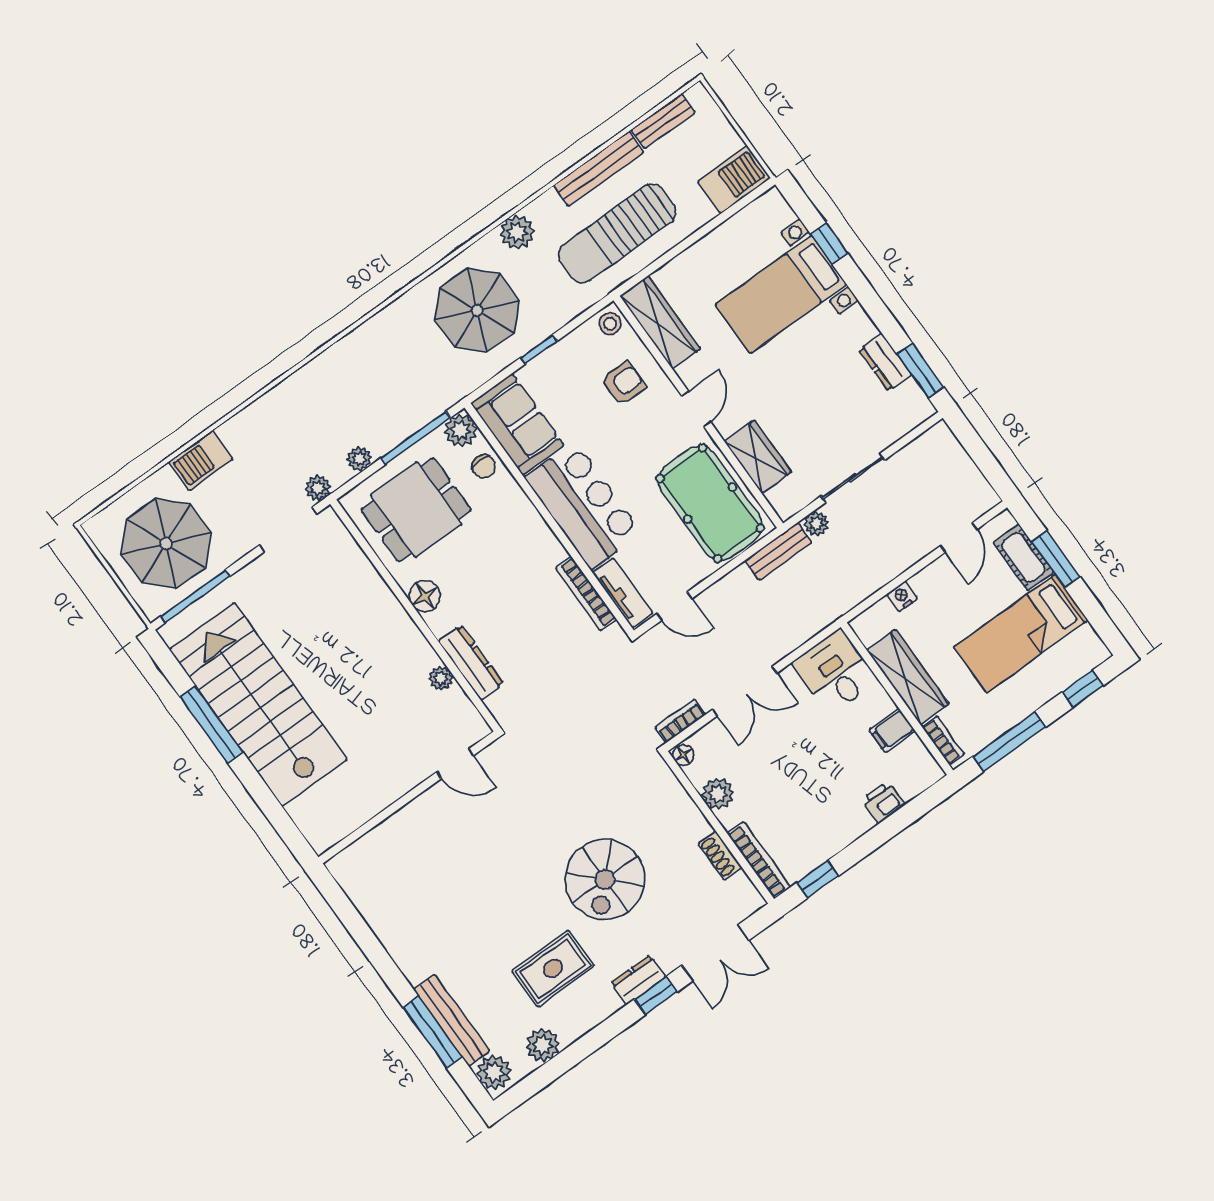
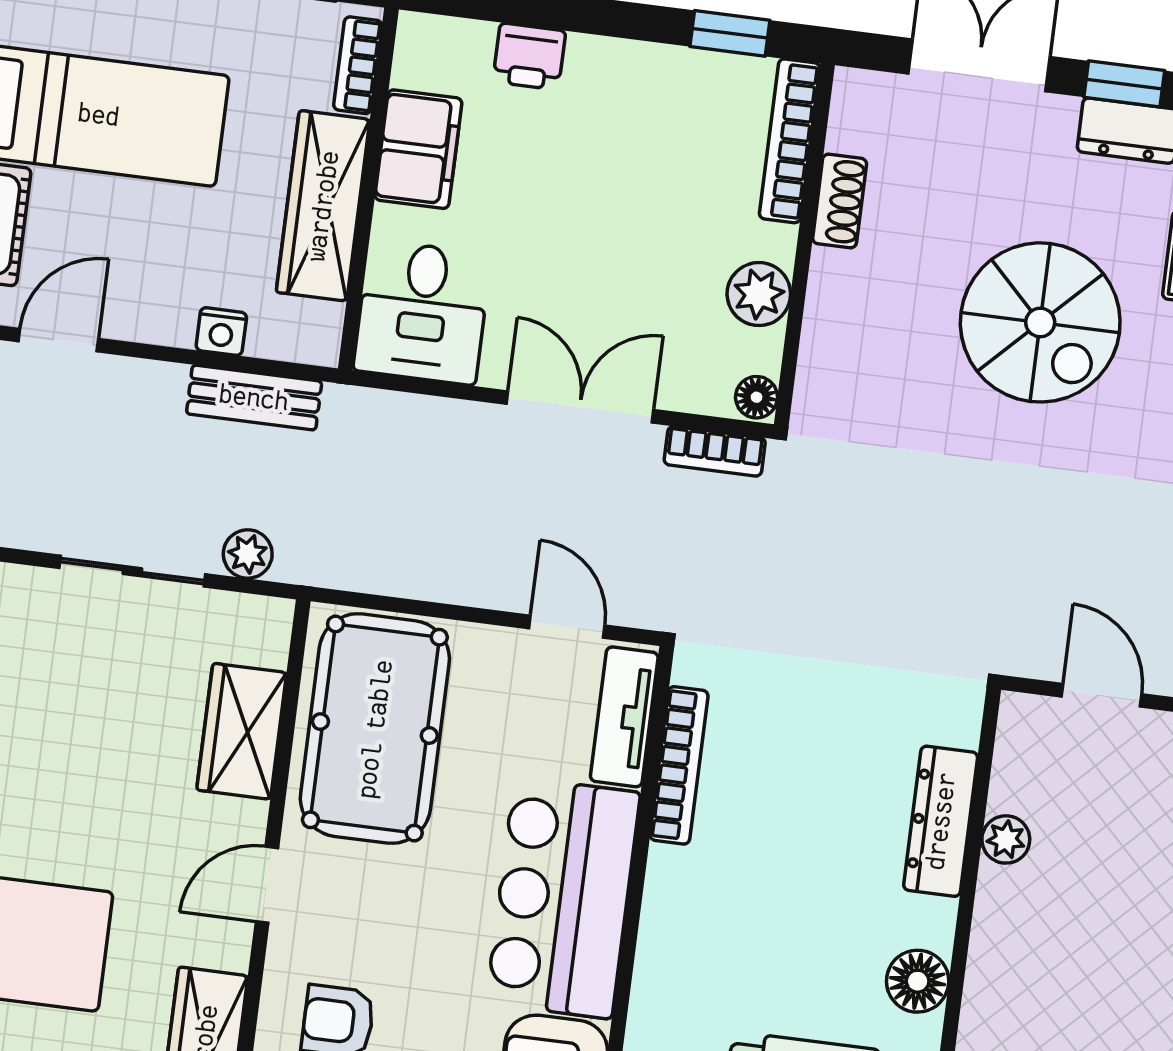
bench: (778, 551) -> (254, 398), moved
filing cabinet: (892, 730) -> (418, 149), width x2.00
spiral stairs: (605, 879) -> (1040, 322), turned 90

